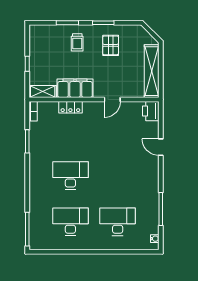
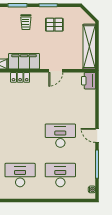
pallet: (111, 45) -> (54, 25), turned 90
door: (161, 147) -> (97, 135), moved
desk: (70, 176) -> (60, 136), moved

